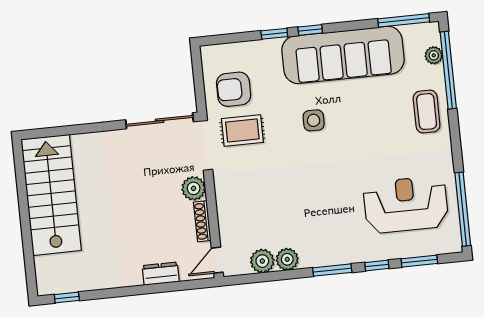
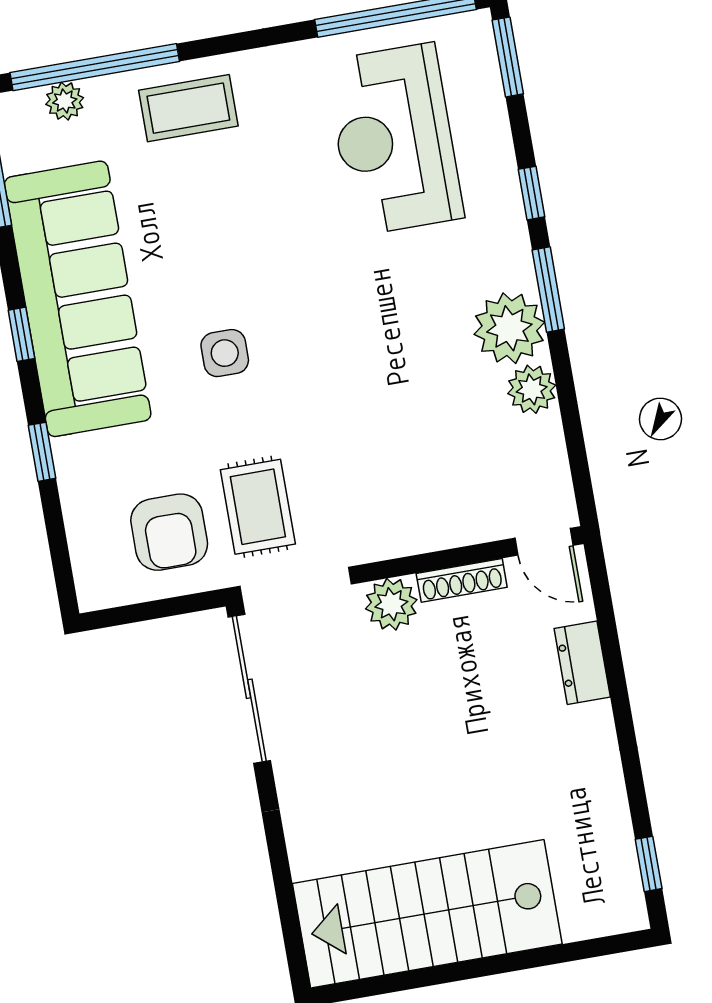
window: (310, 30) -> (21, 334), moved
plant: (262, 261) -> (509, 328), moved, width x1.36, depth x1.36
window: (419, 261) -> (508, 57), moved

